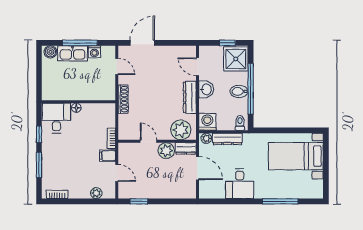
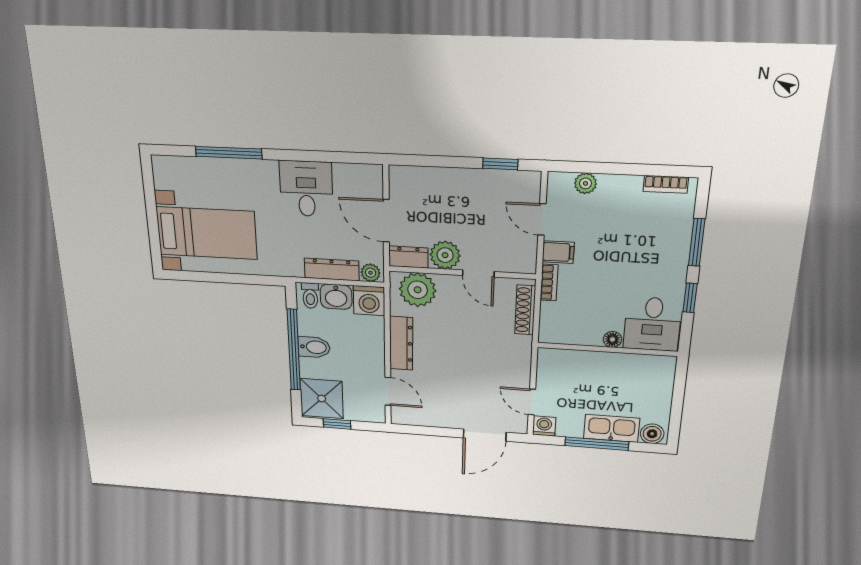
washing machine: (94, 52) -> (544, 426), moved
washbasin: (206, 89) -> (336, 297), moved, turned -90
shoe rack: (123, 99) -> (525, 310), moved

